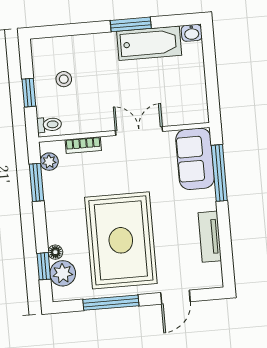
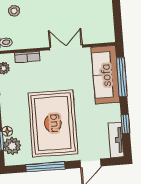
sofa: (195, 159) -> (106, 75), width x1.36
tv unit: (210, 237) -> (116, 140), moved
window: (225, 240) -> (125, 124), added

